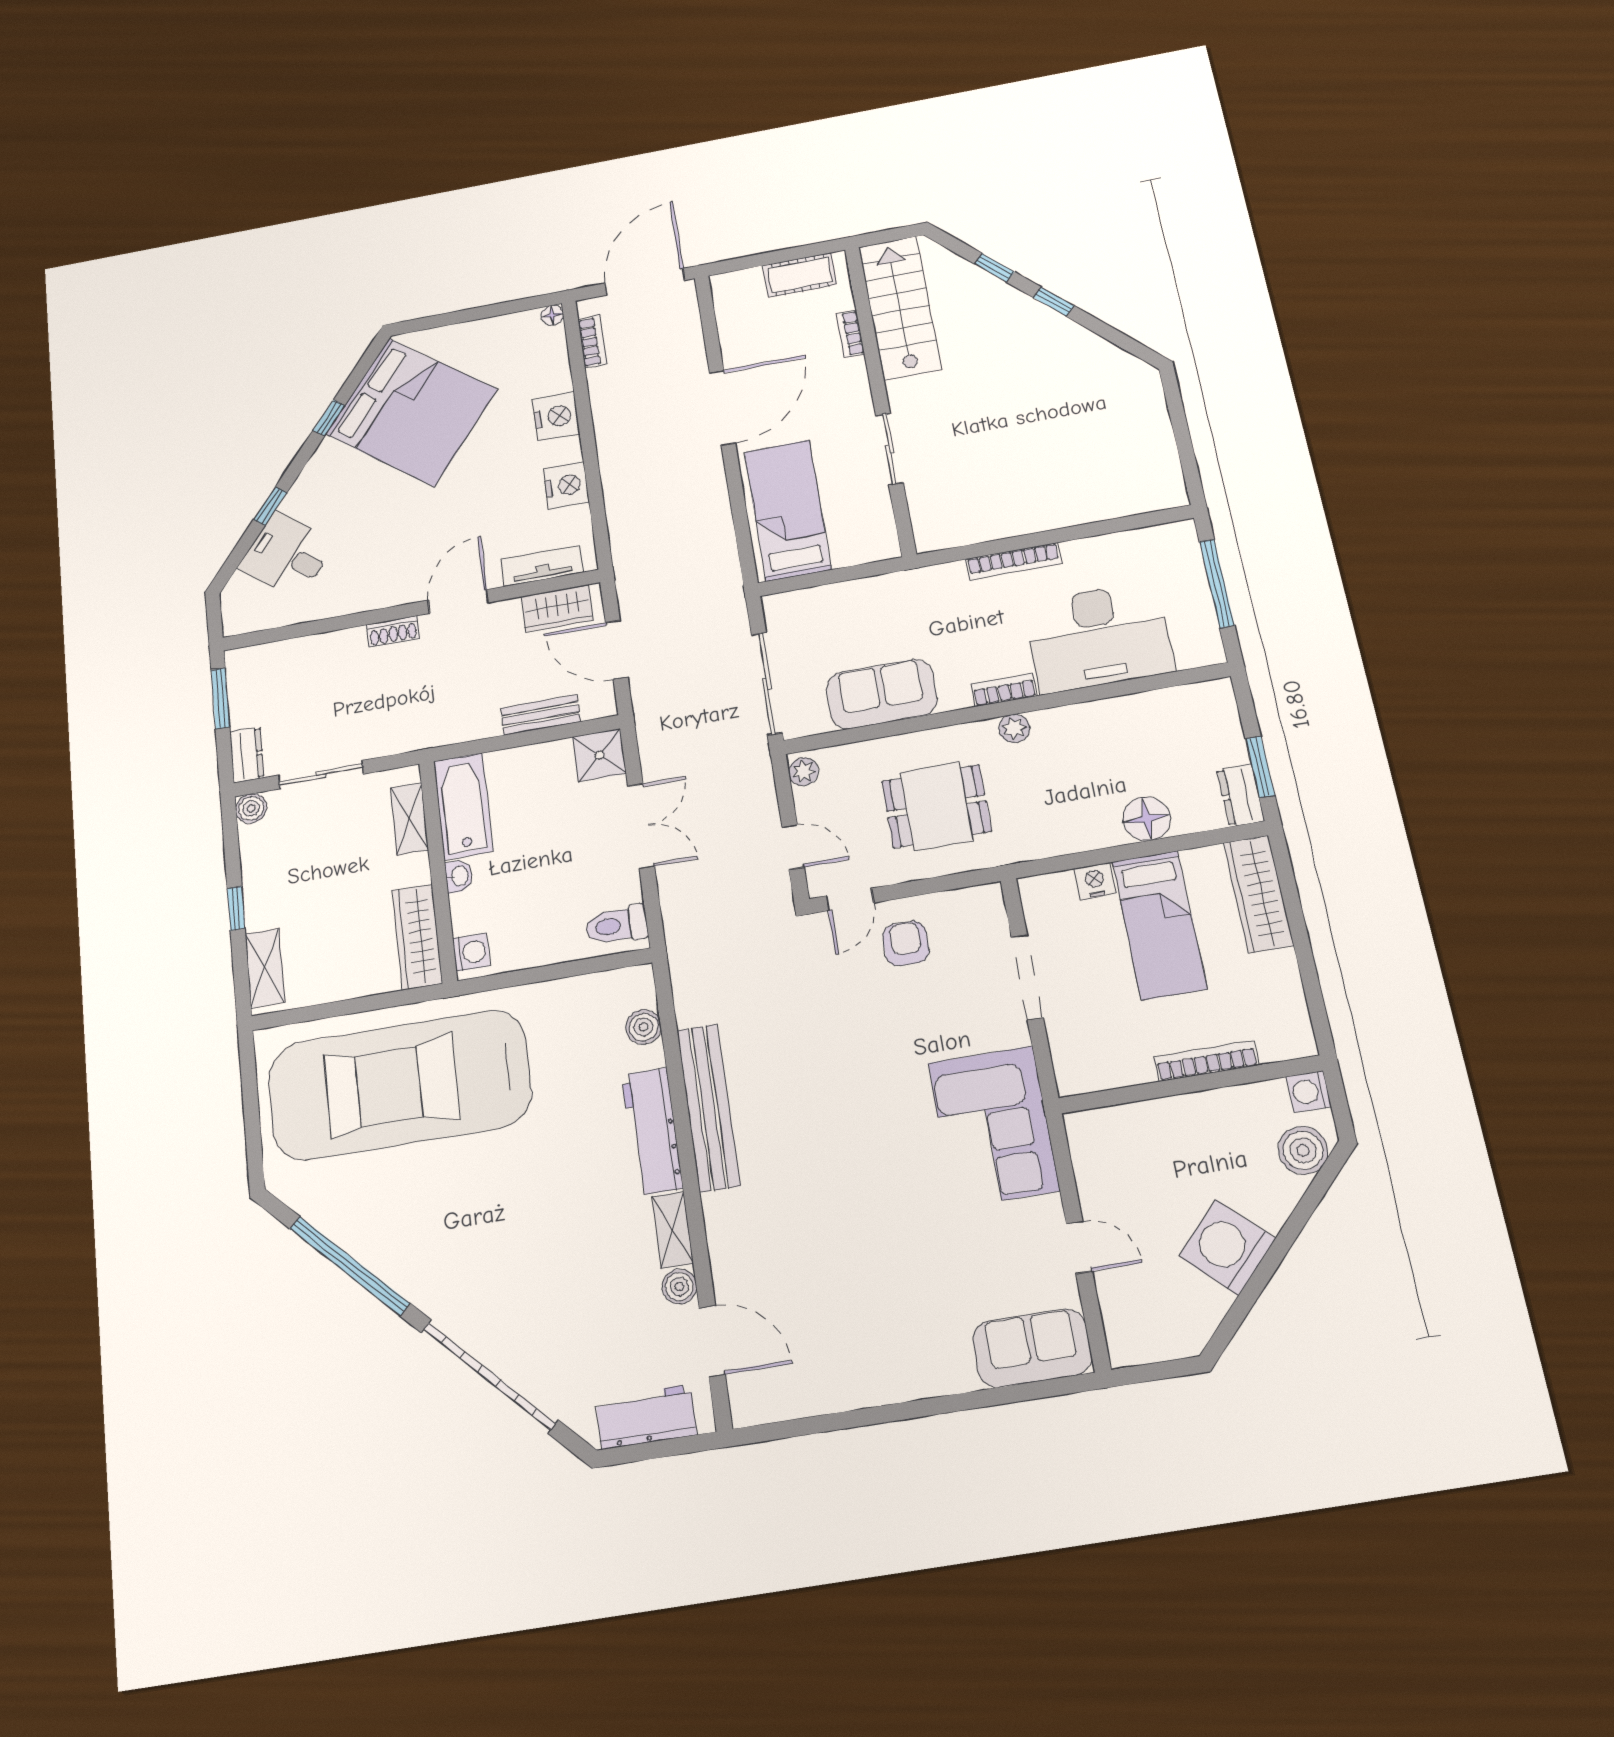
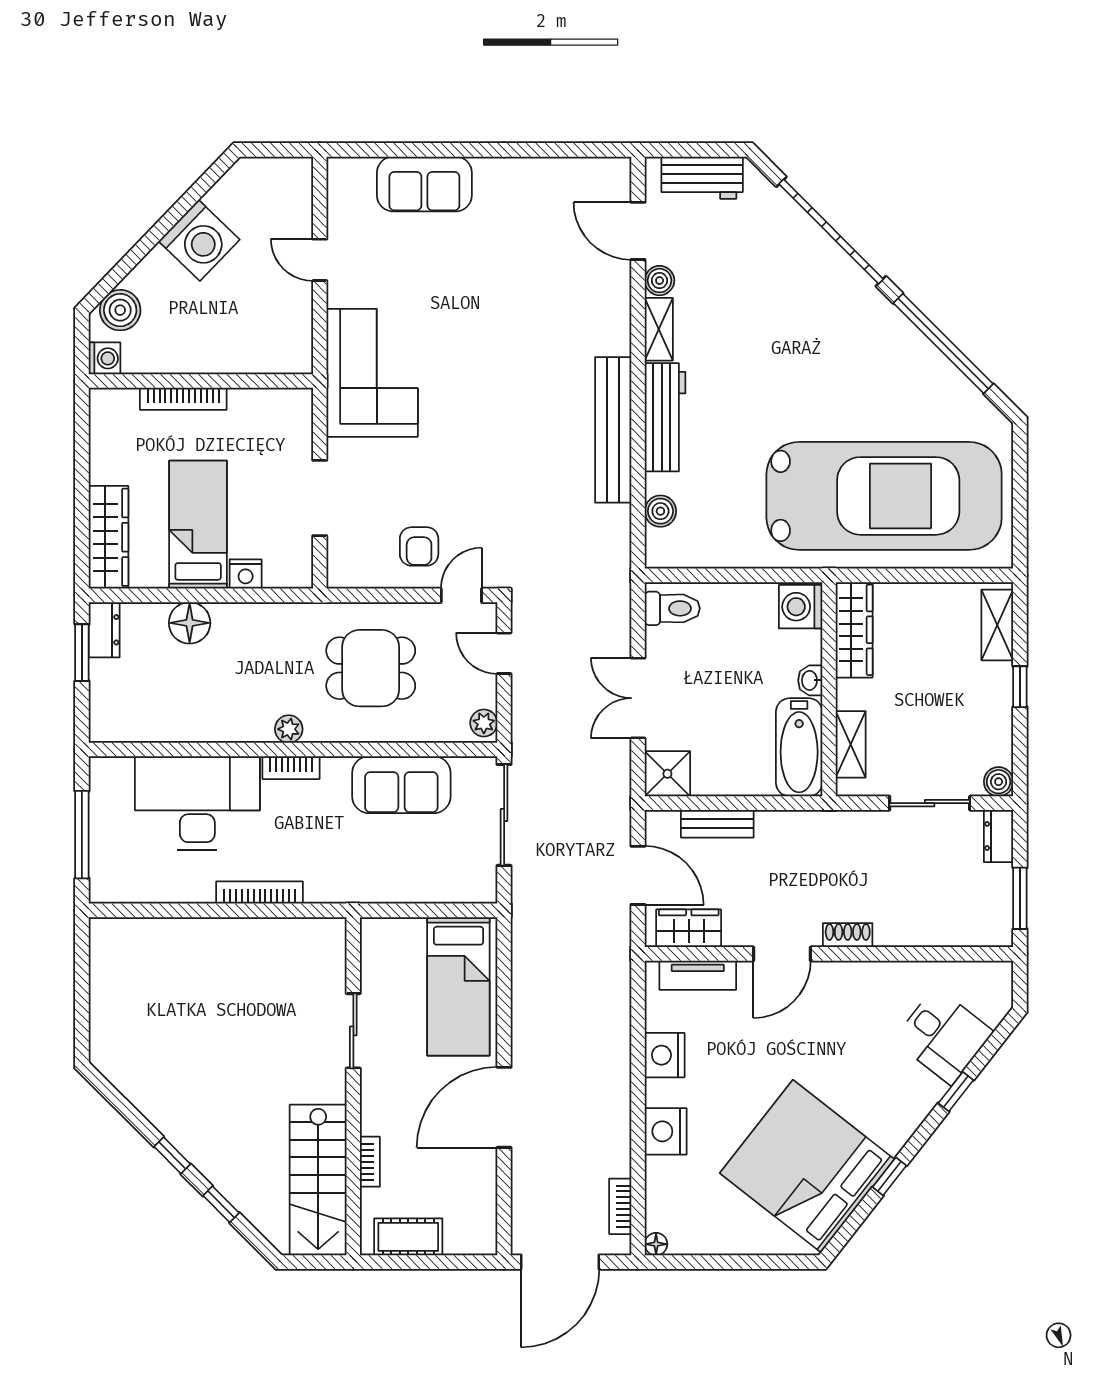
washing machine: (471, 952) -> (801, 607), width x1.38, depth x1.38
sofa: (1032, 1348) -> (424, 184), moved

